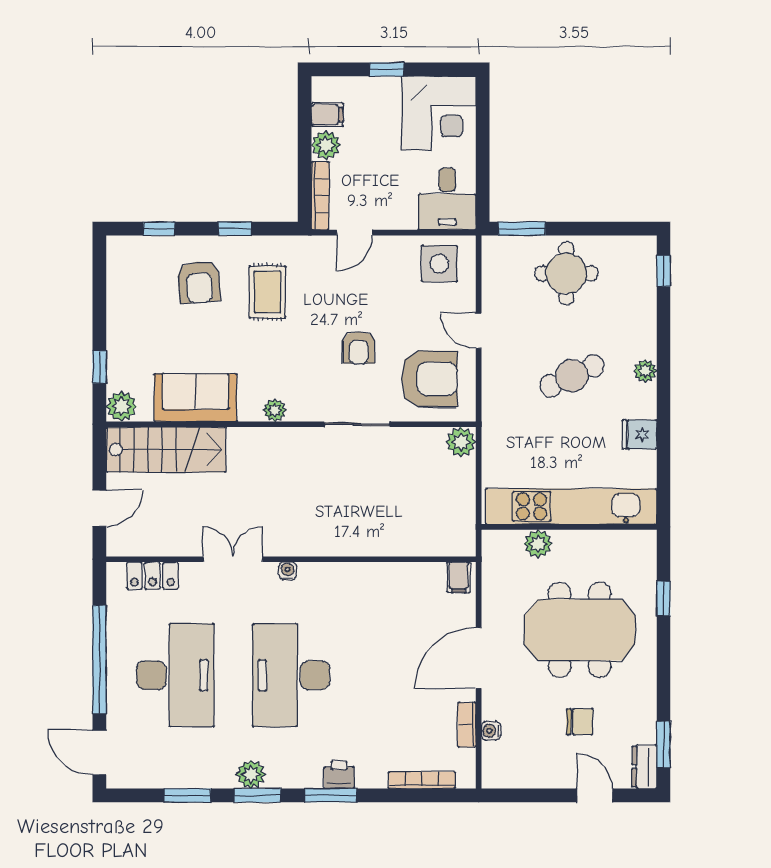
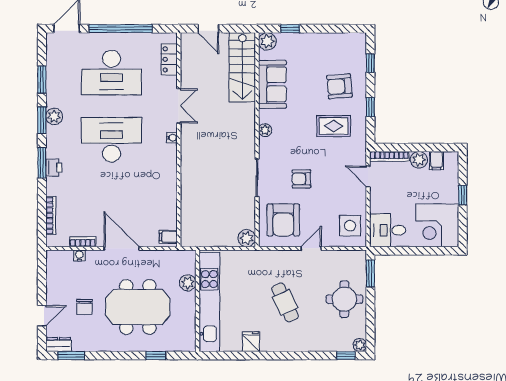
plant: (645, 371) -> (360, 345), moved
meeting table: (580, 630) -> (138, 307), turned 90

